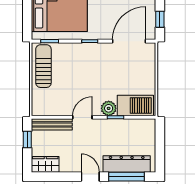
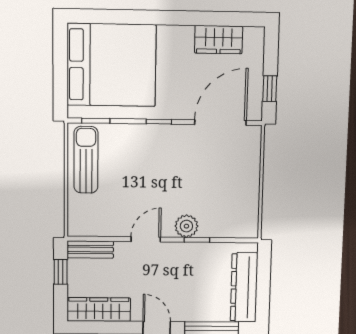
barbecue: (135, 106) -> (228, 222), removed
bench: (52, 124) -> (90, 250), width x0.73
wardrobe: (45, 164) -> (99, 309), width x1.50
dresser: (127, 164) -> (244, 287), moved, turned -90

